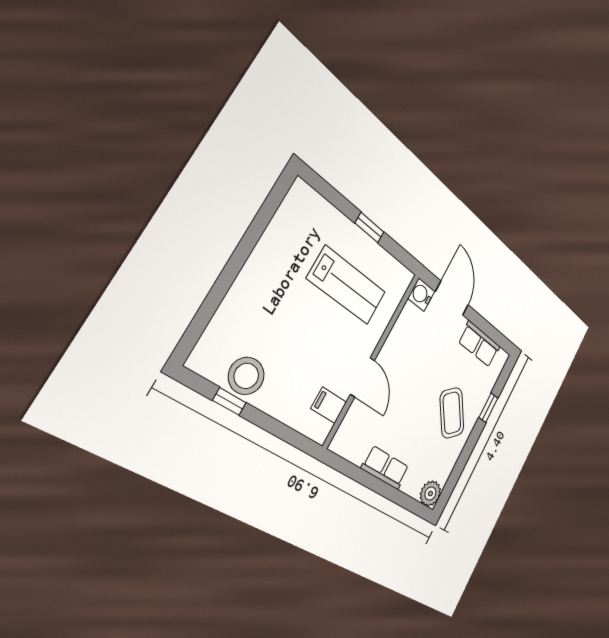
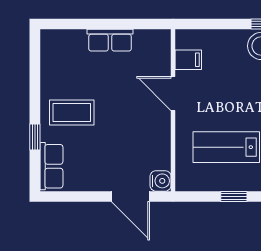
row of seats: (479, 344) -> (51, 166), moved, turned 90
coffee table: (452, 413) -> (72, 113), turned -51
plant: (430, 494) -> (52, 41), removed

